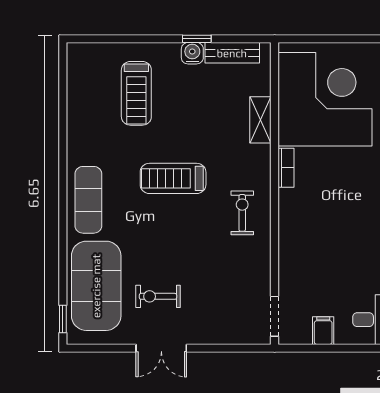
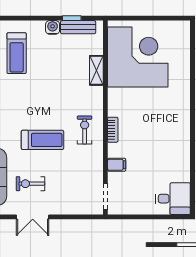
window: (197, 39) -> (72, 18), moved
bookcase: (286, 168) -> (113, 130), moved
treadmill: (173, 178) -> (42, 140), moved, turned 180
filing cabinet: (323, 331) -> (117, 165), moved, turned 90

